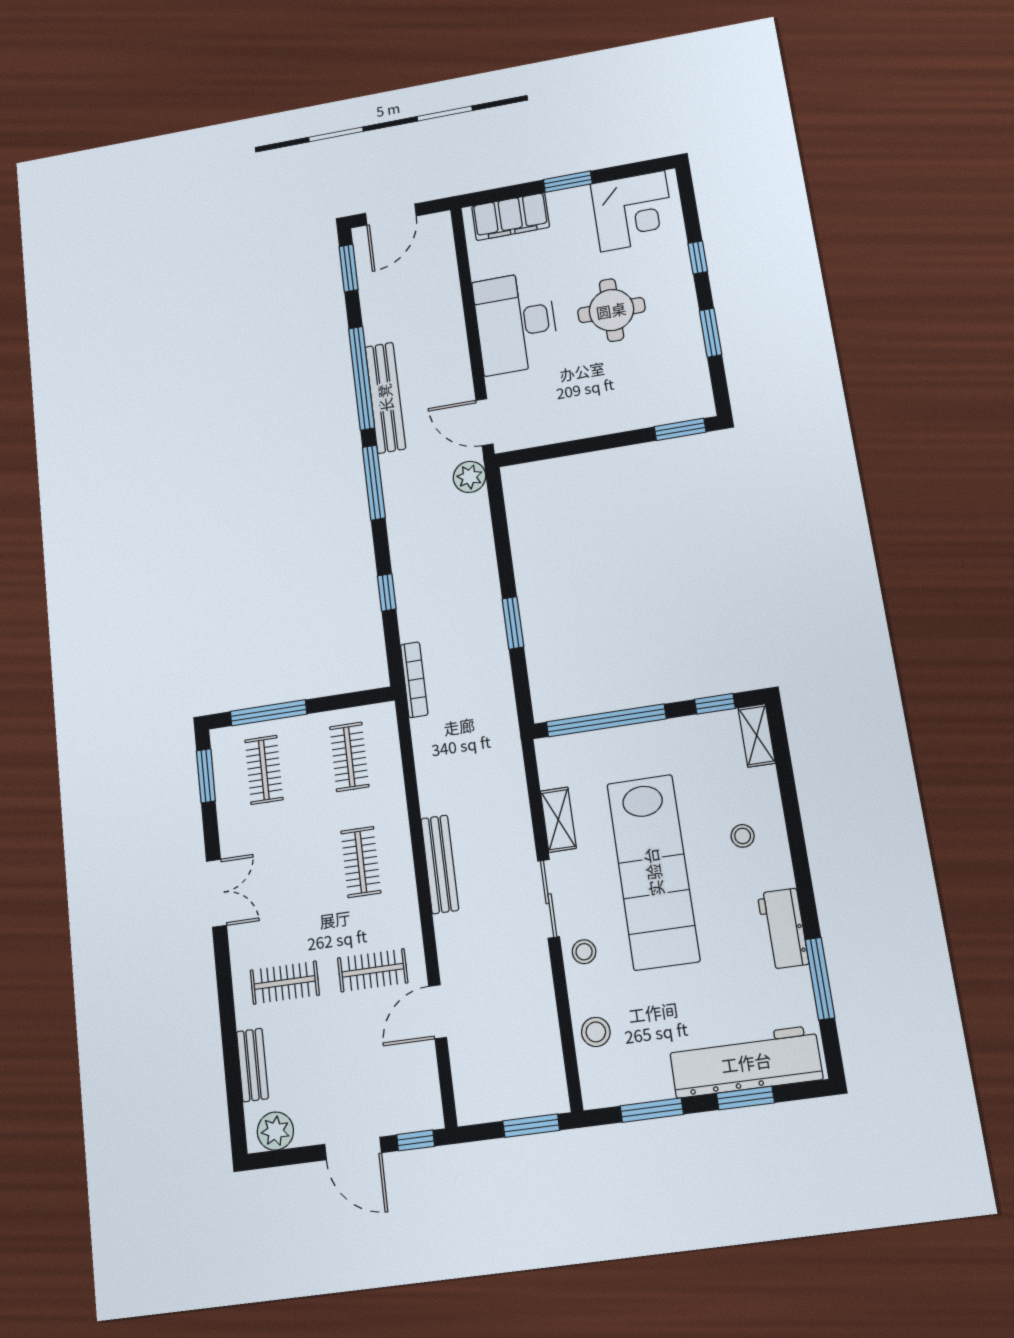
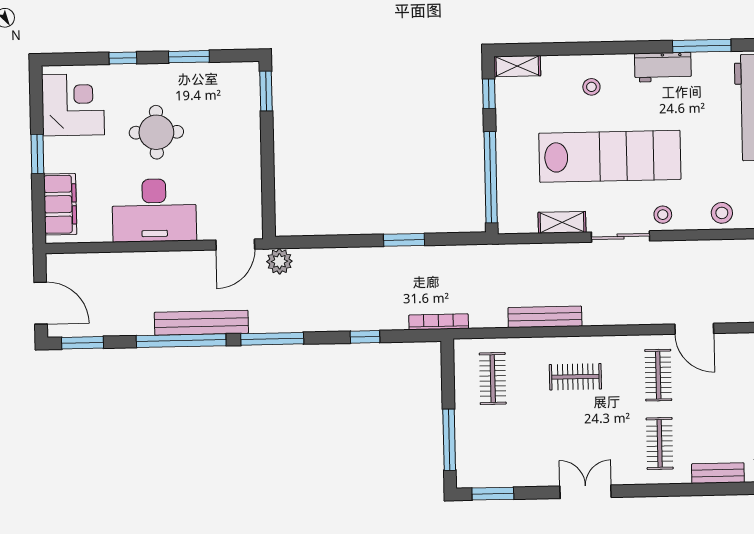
clothes rail: (349, 757) -> (493, 379), turned 90
clothes rail: (264, 770) -> (494, 447), removed
bench: (440, 864) -> (545, 317), moved

